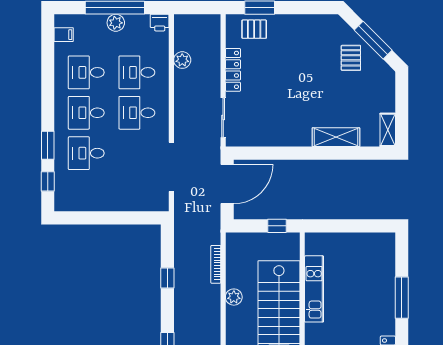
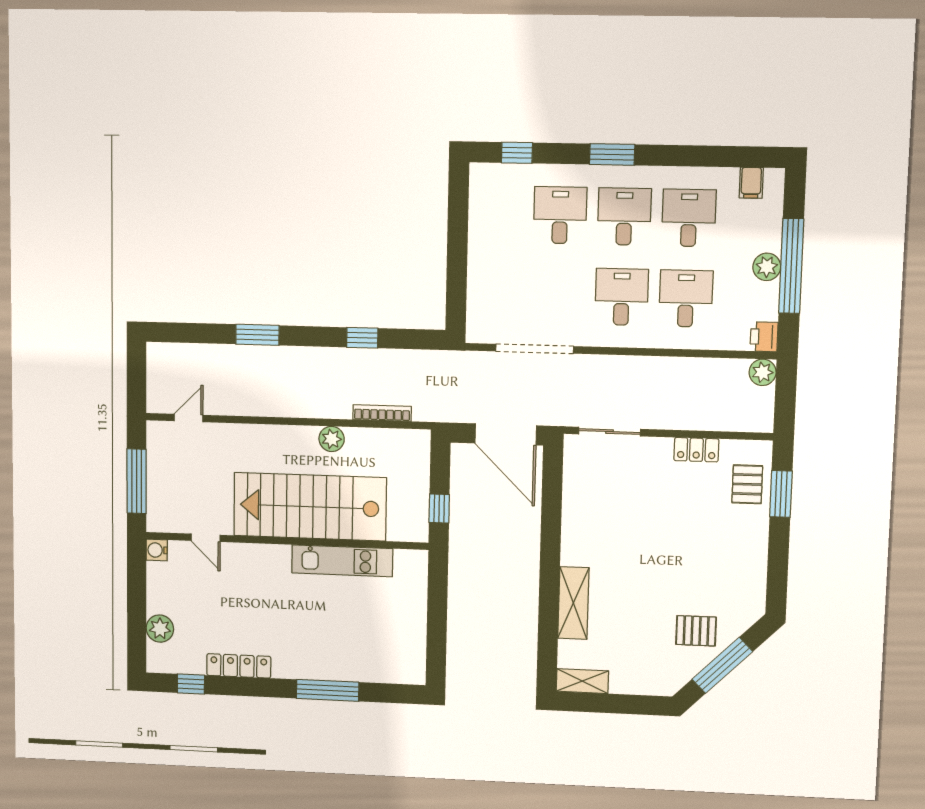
plant: (182, 60) -> (763, 372), moved
locker: (233, 70) -> (696, 450), width x0.66
window: (48, 145) -> (612, 154), moved

